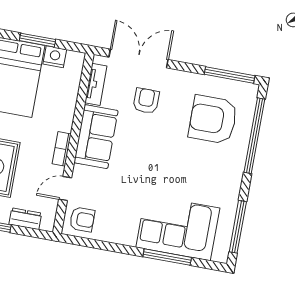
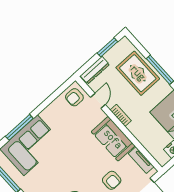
dresser: (25, 219) -> (95, 70), width x1.44

